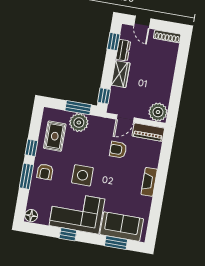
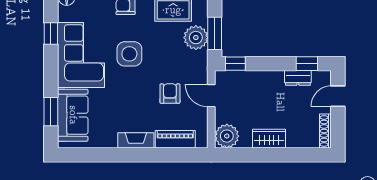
wardrobe: (121, 74) -> (269, 139), moved, turned 180
piano: (148, 132) -> (175, 139), moved, turned 90
window: (68, 234) -> (51, 33), moved

